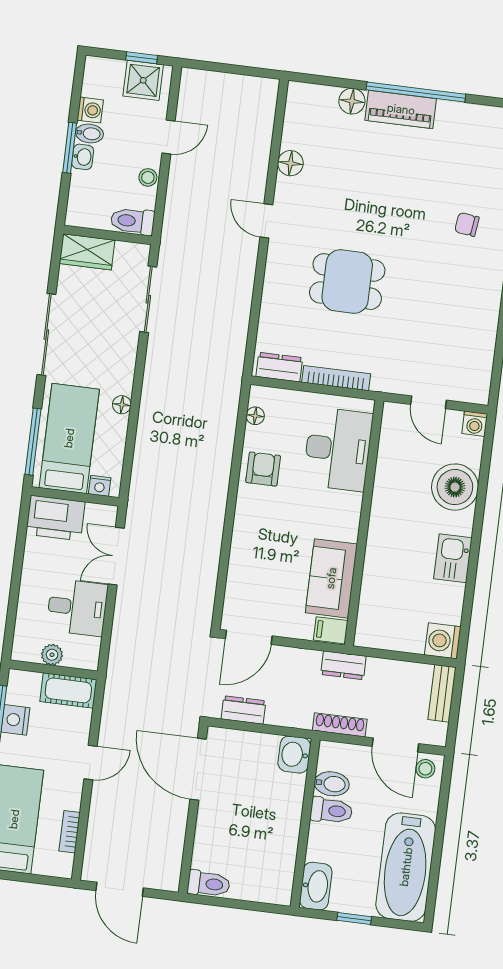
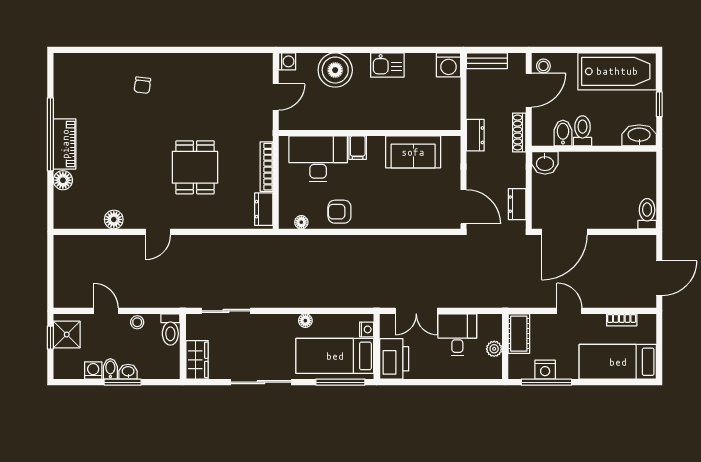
filing cabinet: (331, 630) -> (358, 148), moved

